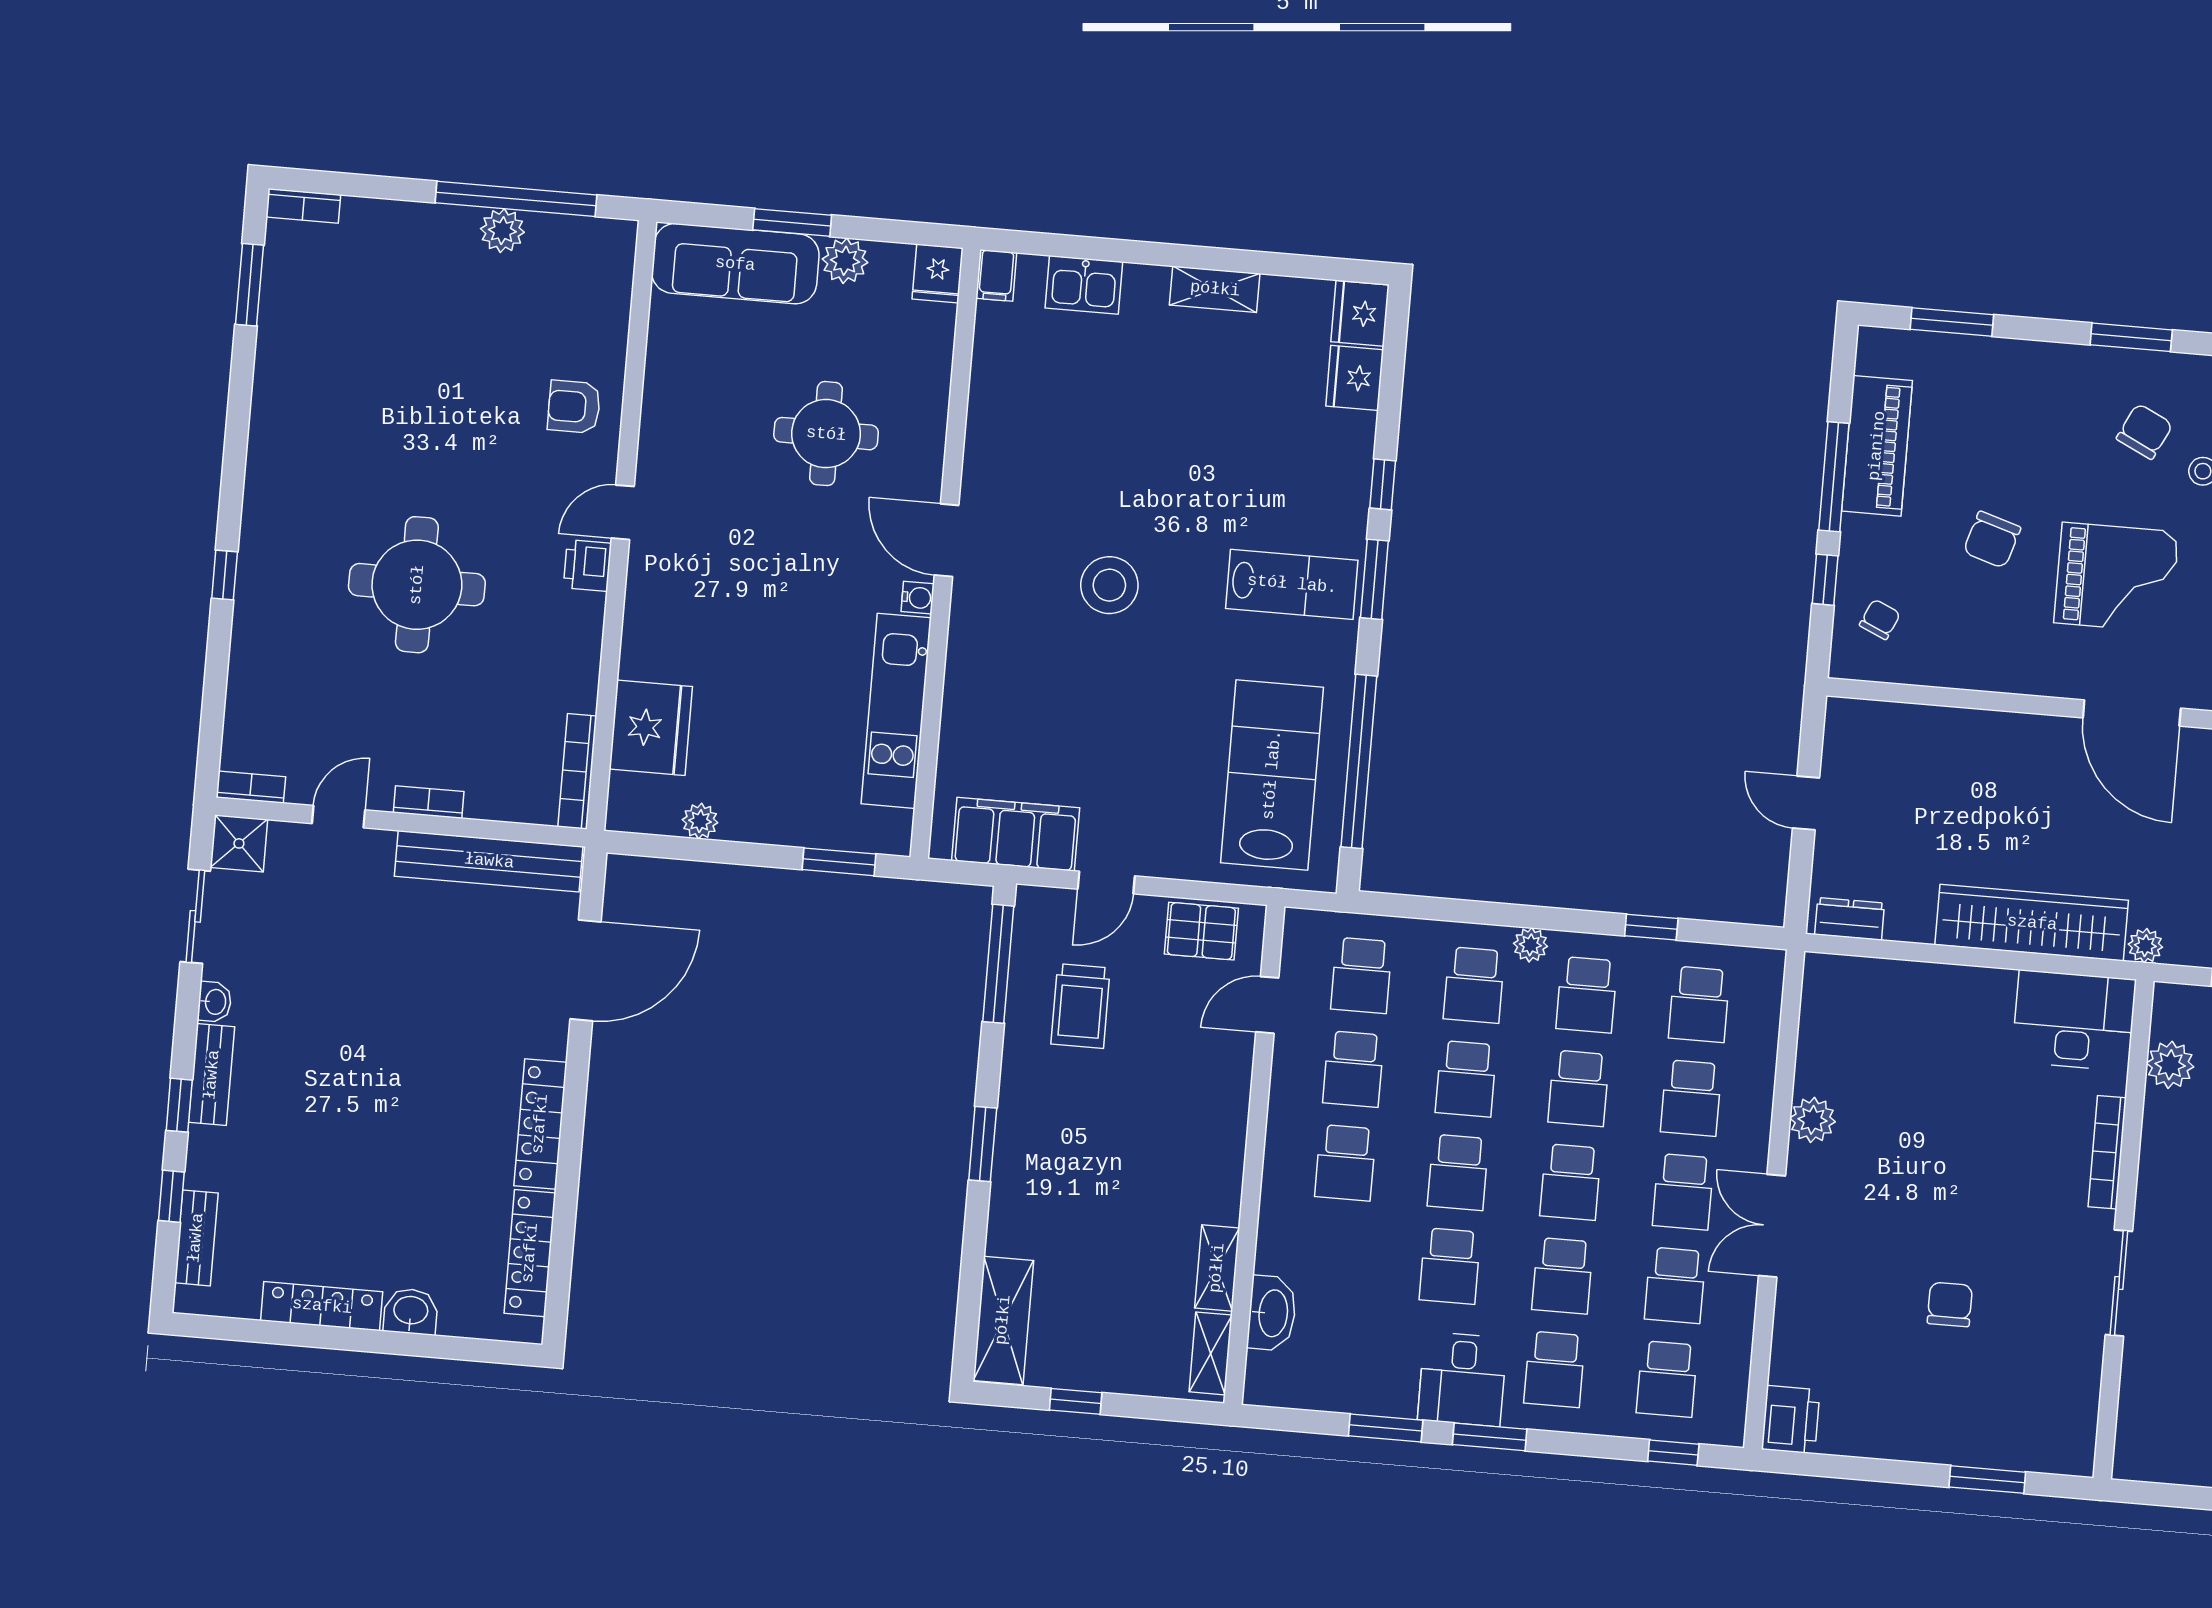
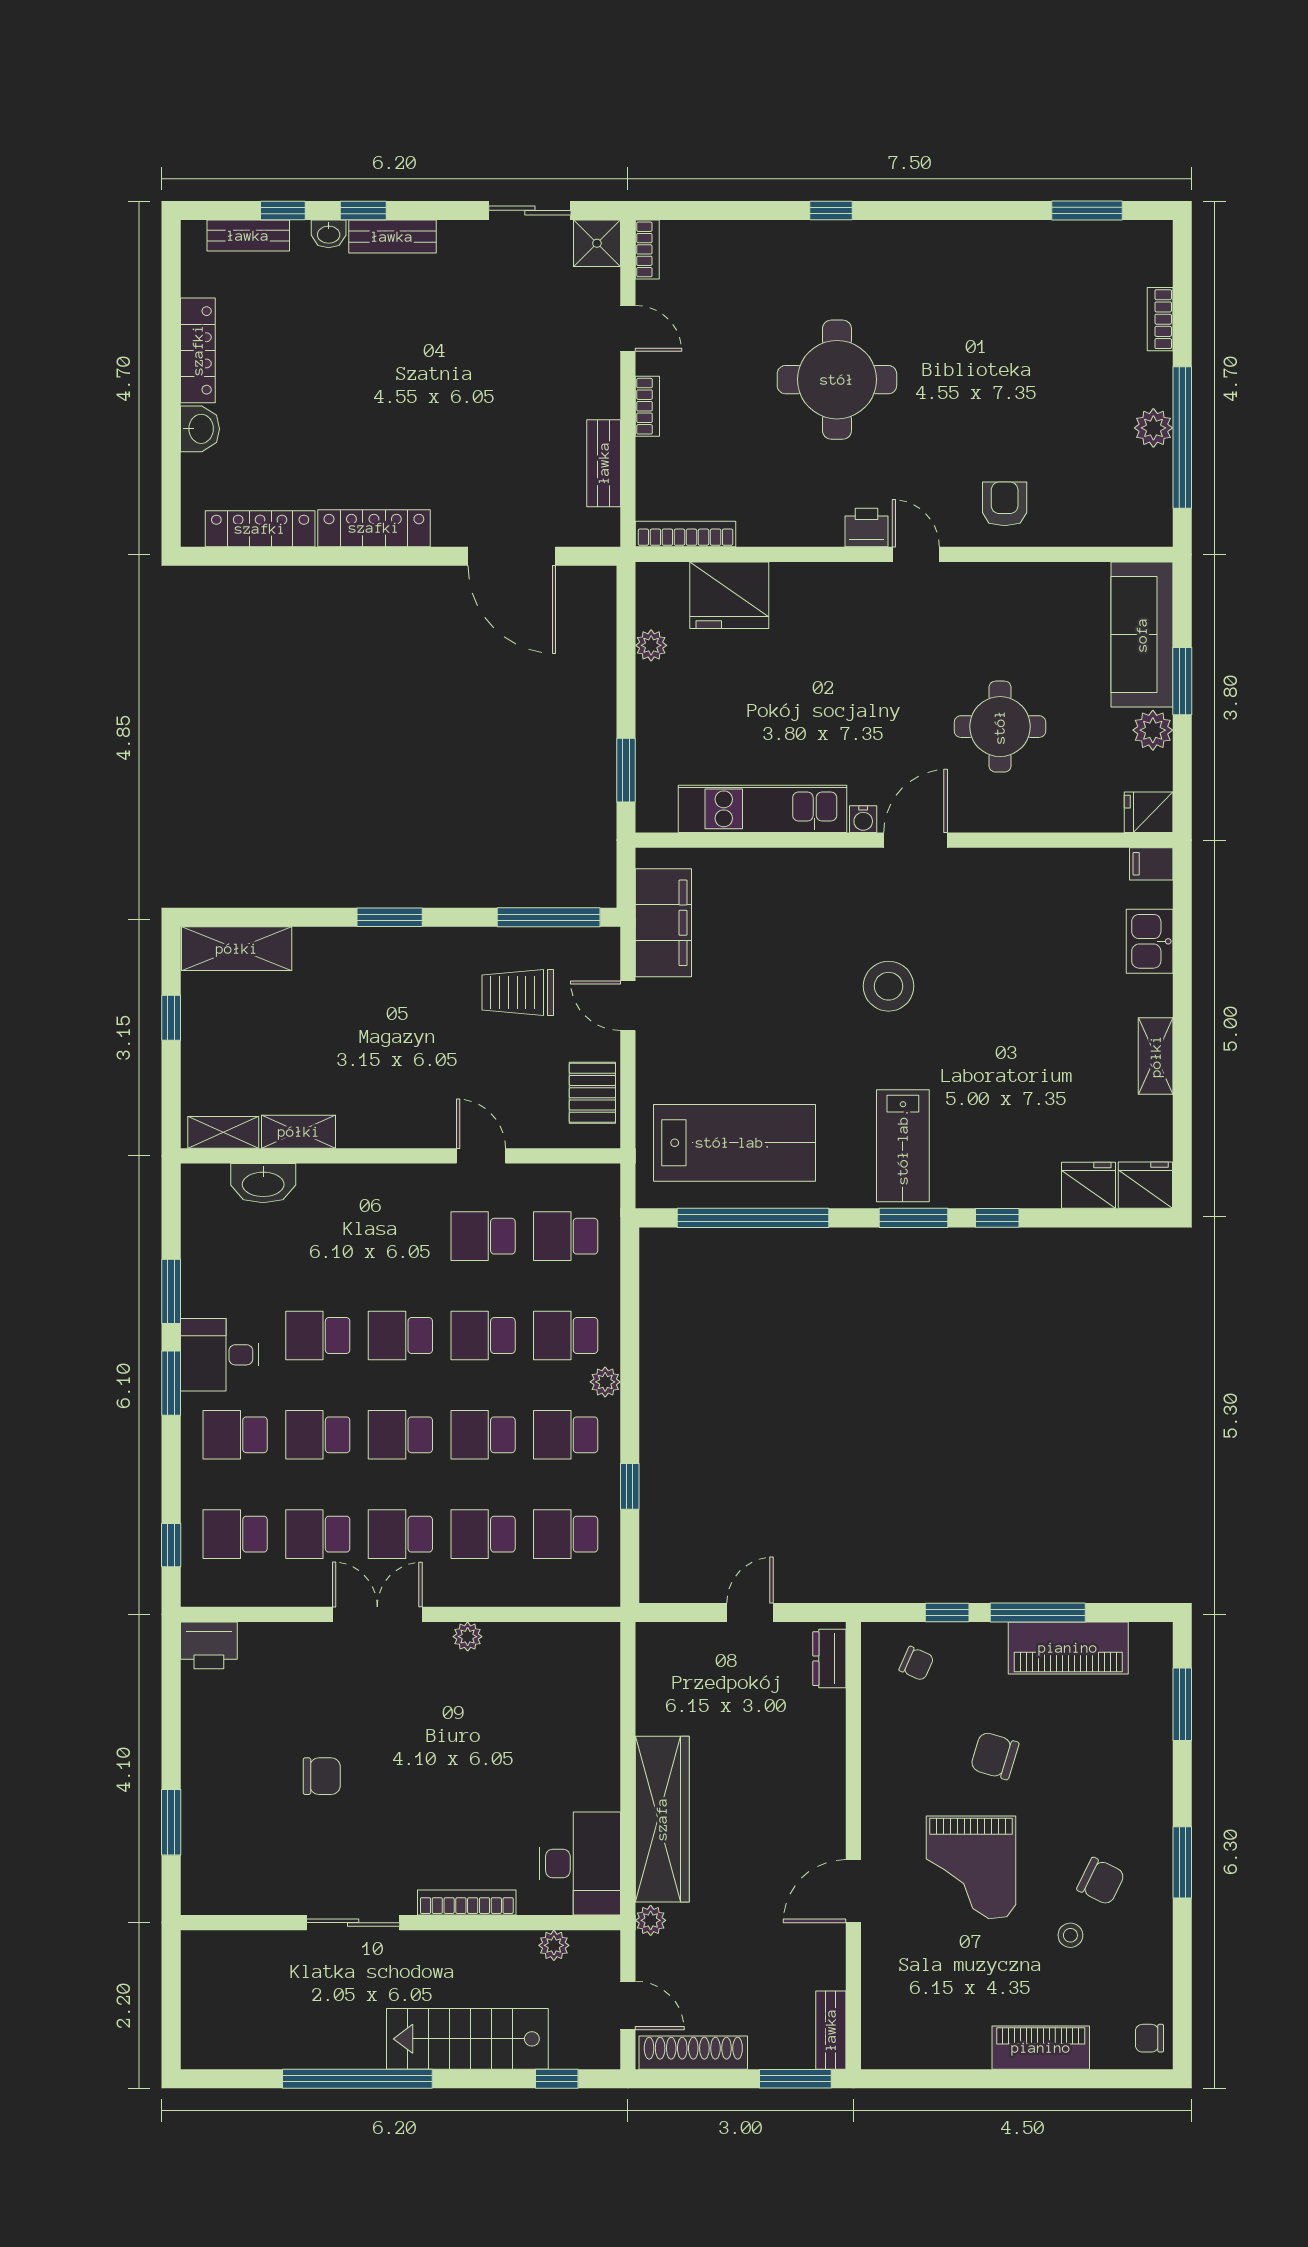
bookcase: (303, 206) -> (1160, 319), moved
door: (2132, 713) -> (853, 1891), width x0.73
bench: (489, 861) -> (604, 463), width x0.54, depth x0.82
dresser: (1850, 919) -> (829, 1659), moved, turned 180
washbasin: (215, 1002) -> (329, 234), moved
door: (1267, 1005) -> (481, 1156), moved
plant: (2170, 1065) -> (554, 1945), width x0.73, depth x0.73
plant: (1812, 1120) -> (468, 1637), width x0.73, depth x0.73
school desk: (1345, 1163) -> (400, 1236), removed

